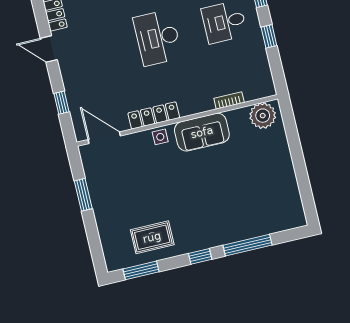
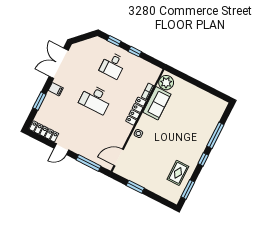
window: (61, 103) -> (89, 163), width x2.17
locker: (154, 115) -> (136, 111), moved
sofa: (202, 132) -> (157, 103), moved

